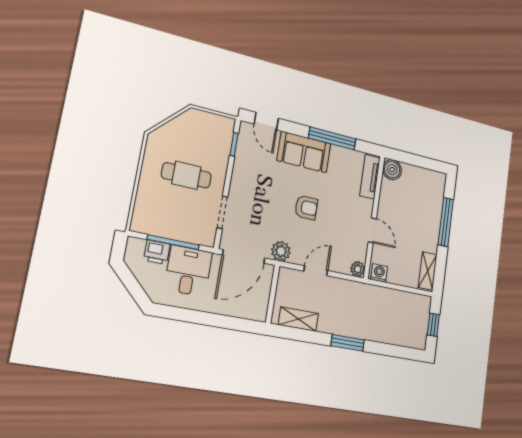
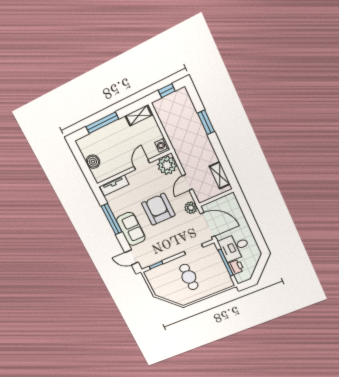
door: (266, 121) -> (131, 257), swing flipped
boiler: (392, 170) -> (93, 162), moved
armchair: (306, 208) -> (158, 209), width x1.88, depth x1.88
plant: (358, 269) -> (167, 165), width x1.87, depth x1.87
door: (316, 271) -> (187, 182), hinge flipped
window: (348, 343) -> (206, 122), moved

